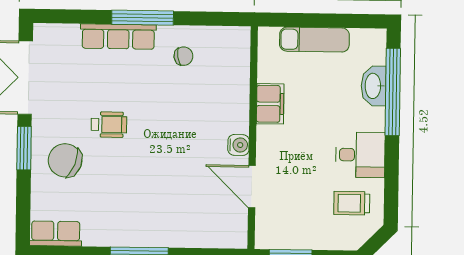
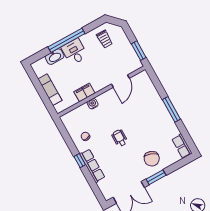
window: (143, 18) -> (80, 161), width x0.46
window: (393, 92) -> (66, 40), moved
wheelchair: (109, 125) -> (120, 138), moved
water cooler: (239, 145) -> (93, 104), moved
desk: (360, 155) -> (75, 52), moved

